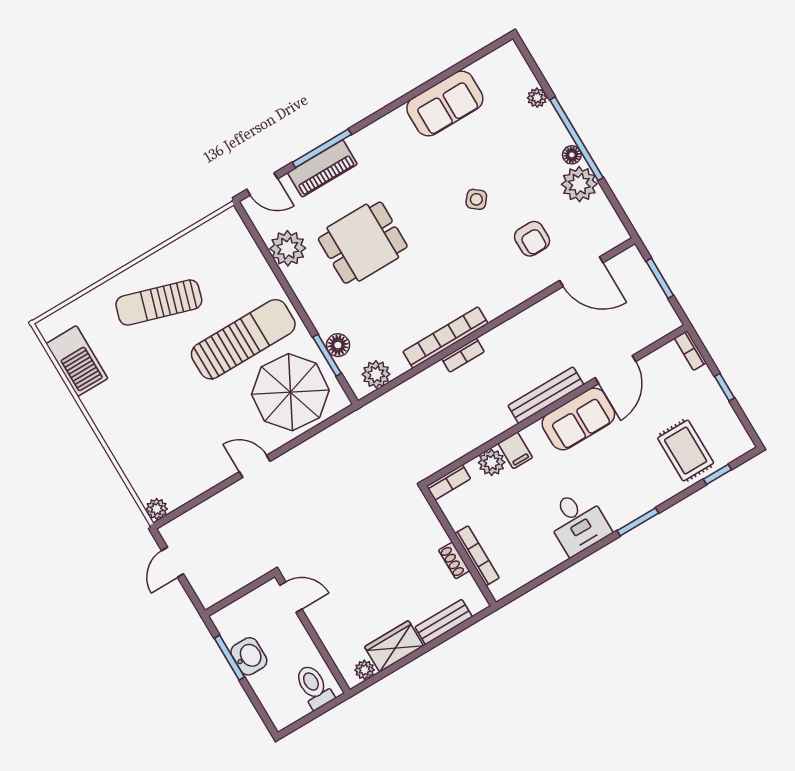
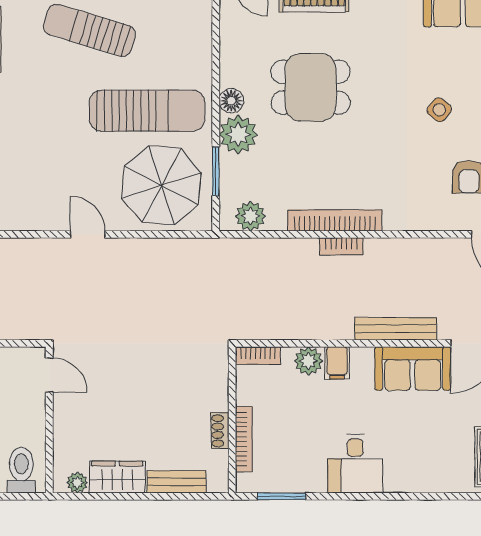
plant: (288, 248) -> (238, 134), moved
floor lamp: (338, 345) -> (231, 101), moved
window: (638, 522) -> (282, 496), moved

